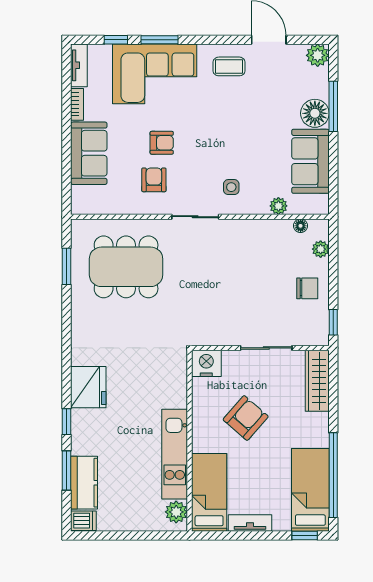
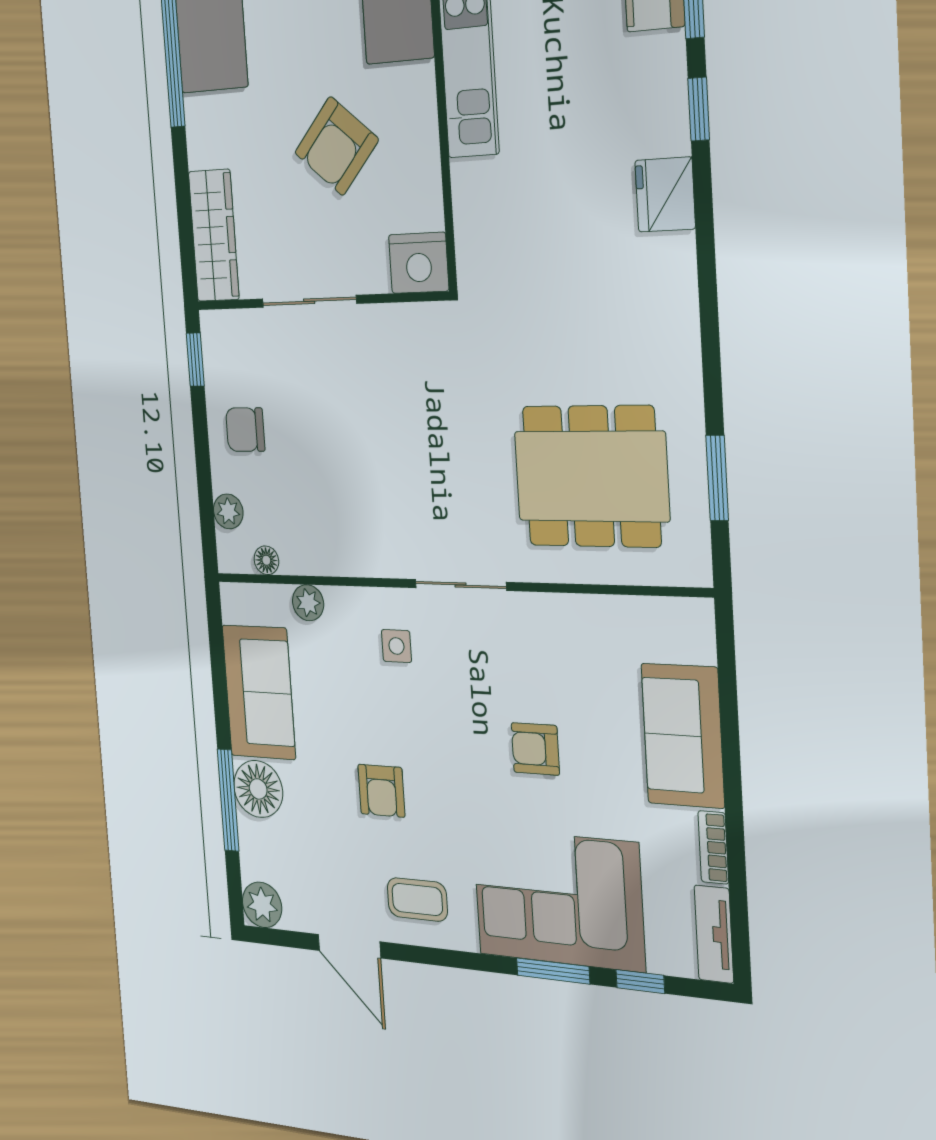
armchair: (154, 180) -> (381, 791), moved
fridge: (88, 387) -> (665, 195), width x0.73, depth x0.75

